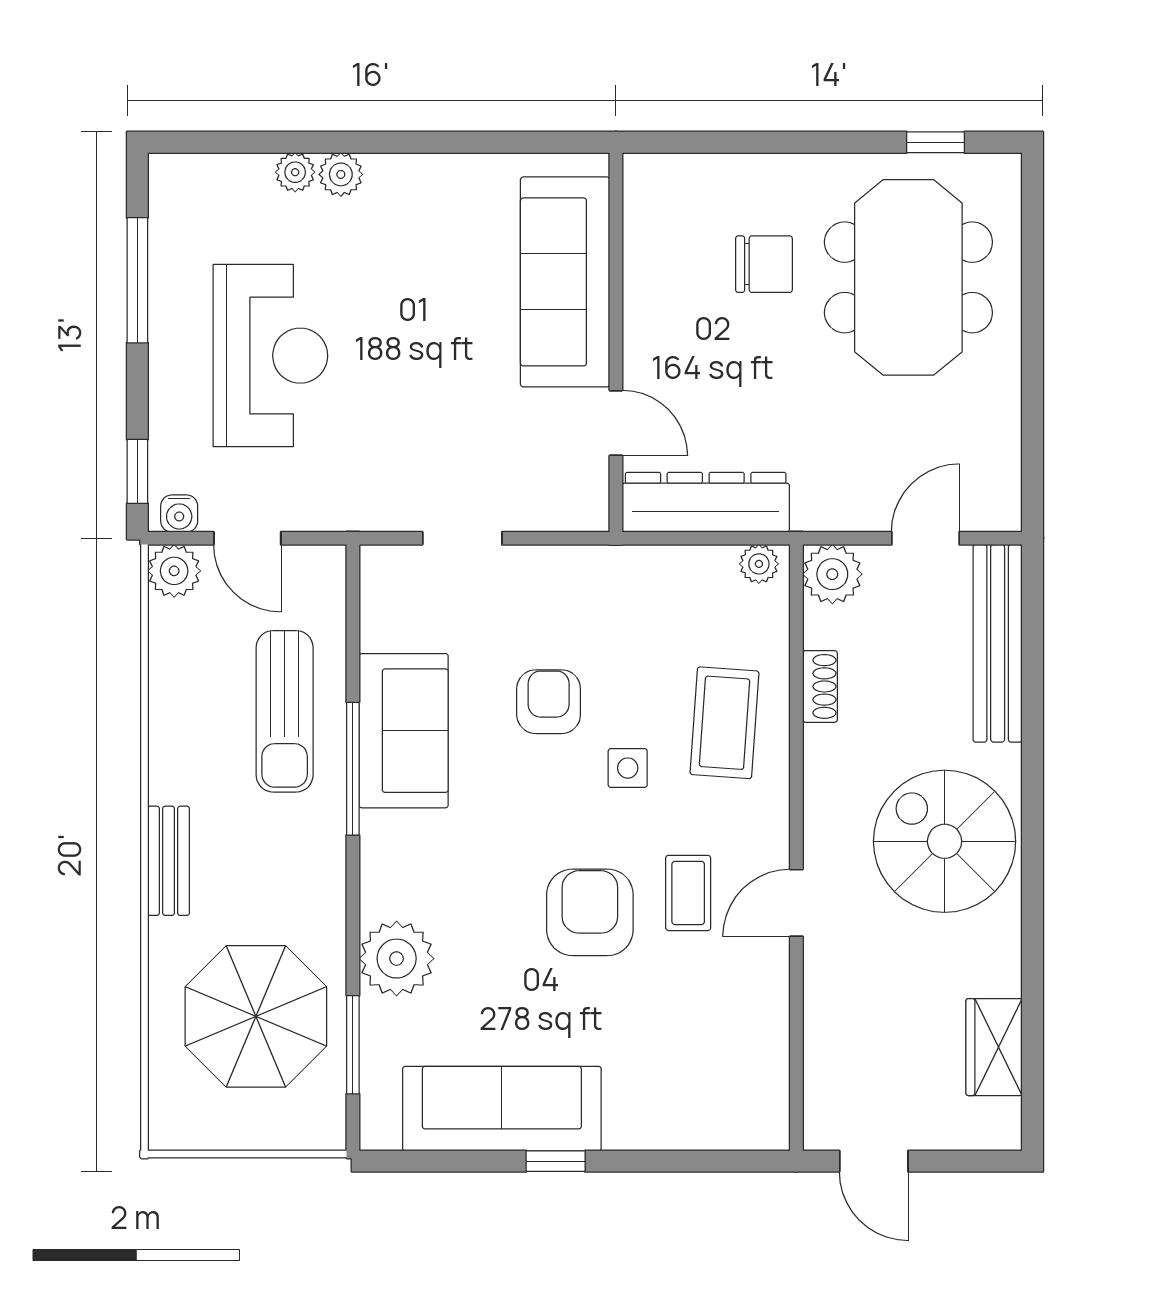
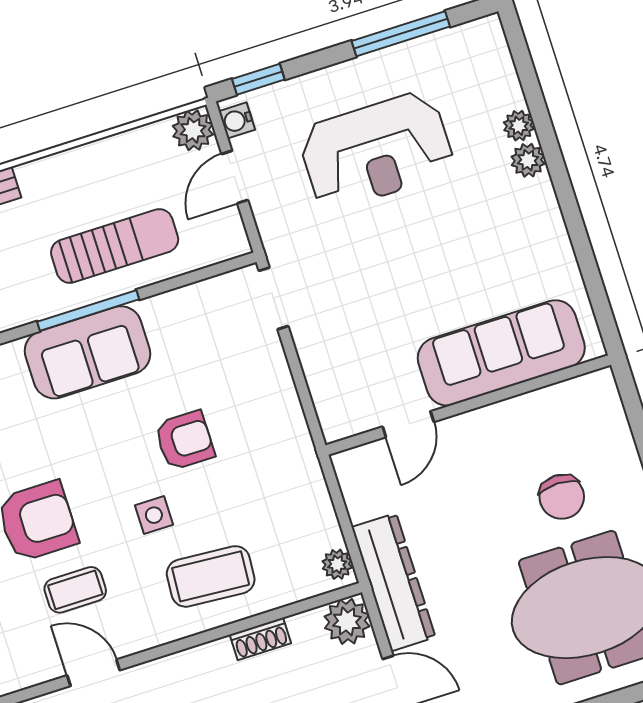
dresser: (706, 502) -> (394, 582), moved
doorway: (462, 538) -> (273, 298), moved
sun lounger: (285, 711) -> (115, 246), turned 180
sofa: (404, 731) -> (88, 352), moved

